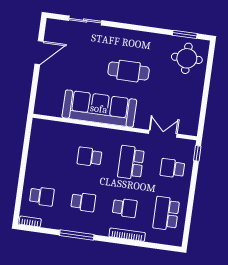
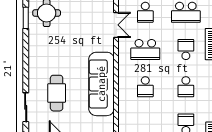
cafe table: (129, 71) -> (57, 93), moved
double door: (163, 134) -> (116, 25), swing flipped
school desk: (83, 202) -> (186, 87), turned 180

